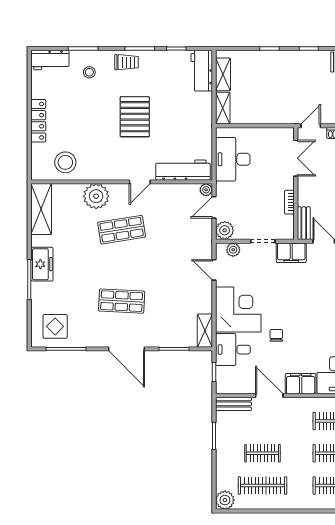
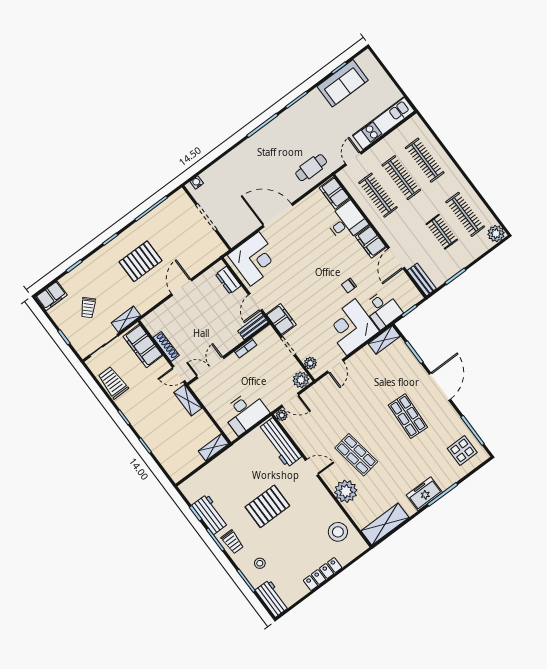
trolley: (127, 62) -> (232, 542), turned 180
workbench: (202, 71) -> (210, 514), moved, turned -90
shelving: (223, 74) -> (188, 400), moved, turned 90

